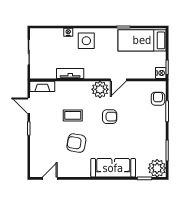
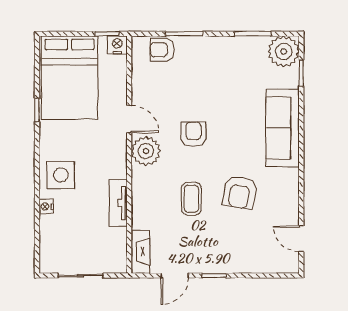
bed: (142, 40) -> (70, 78), width x1.50

